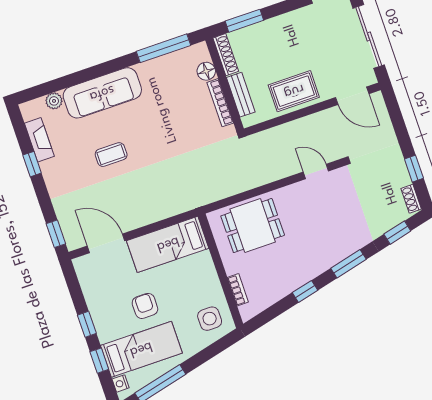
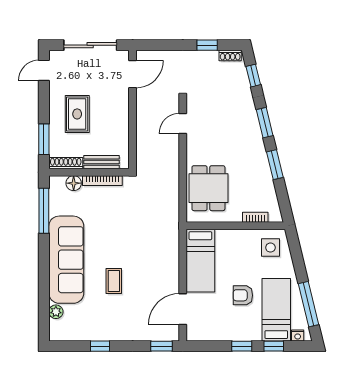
rug: (294, 91) -> (77, 114), moved
sofa: (102, 93) -> (66, 260), width x1.36, depth x1.27
fireplace: (39, 140) -> (83, 334), removed
window: (305, 291) -> (275, 165), width x1.50

